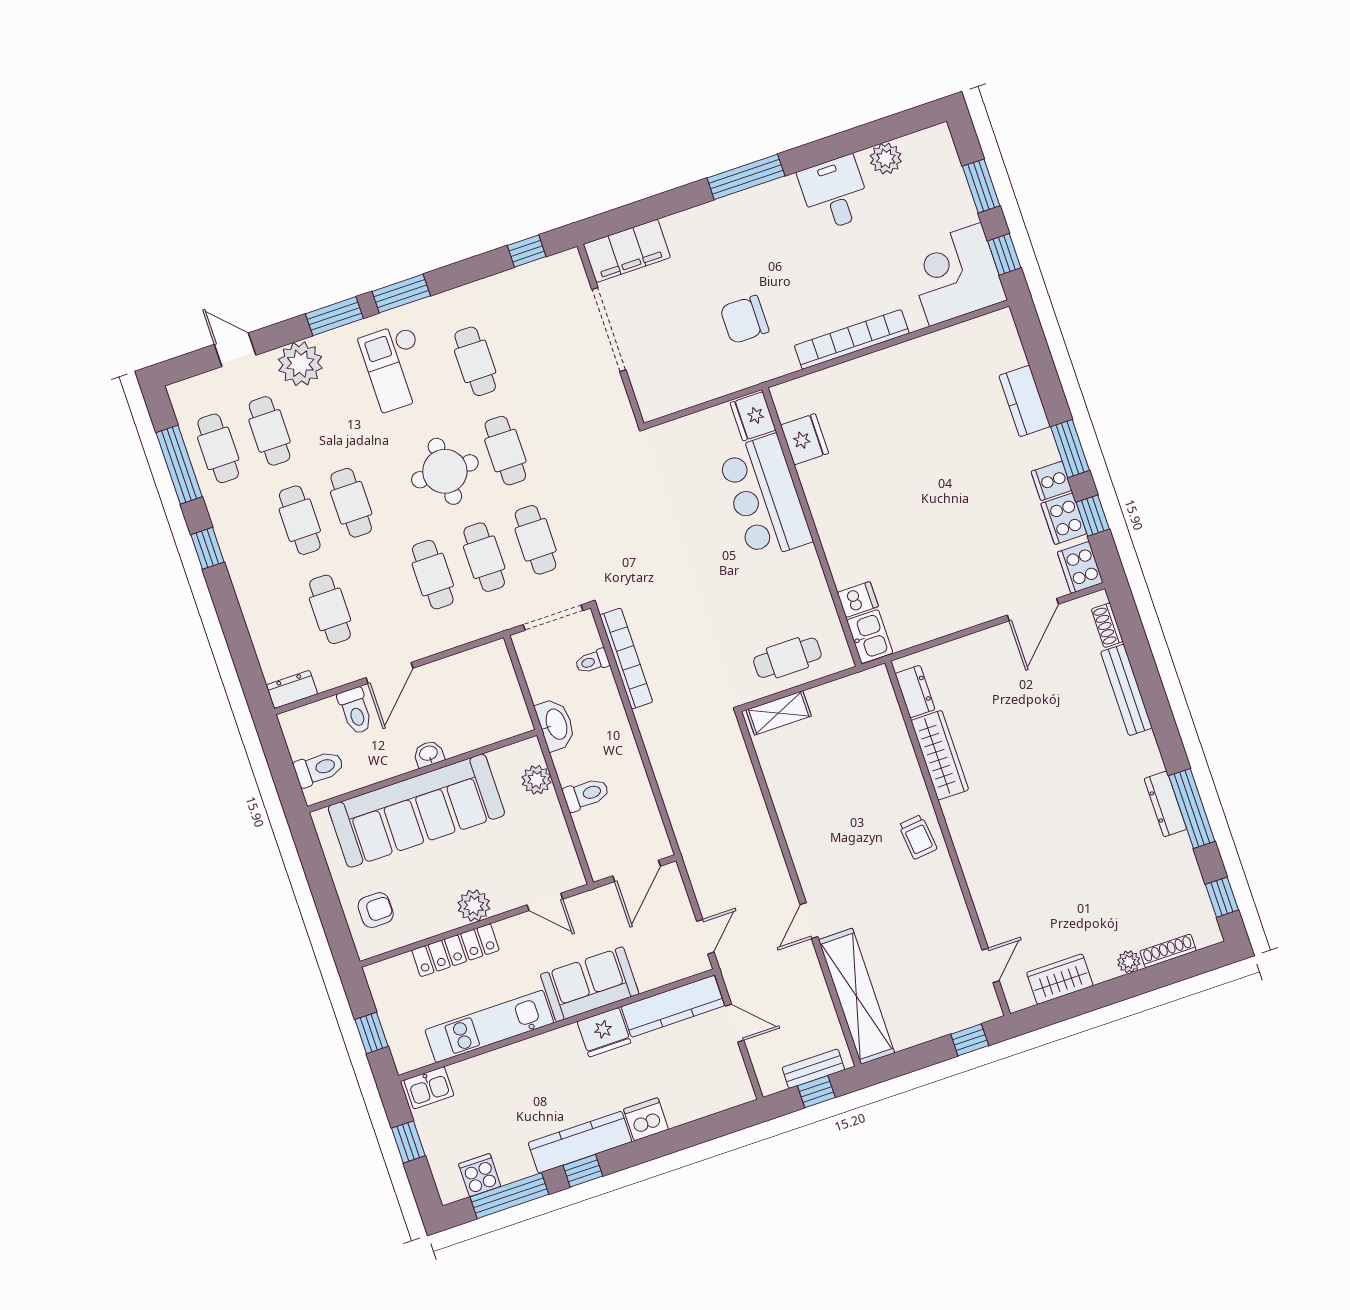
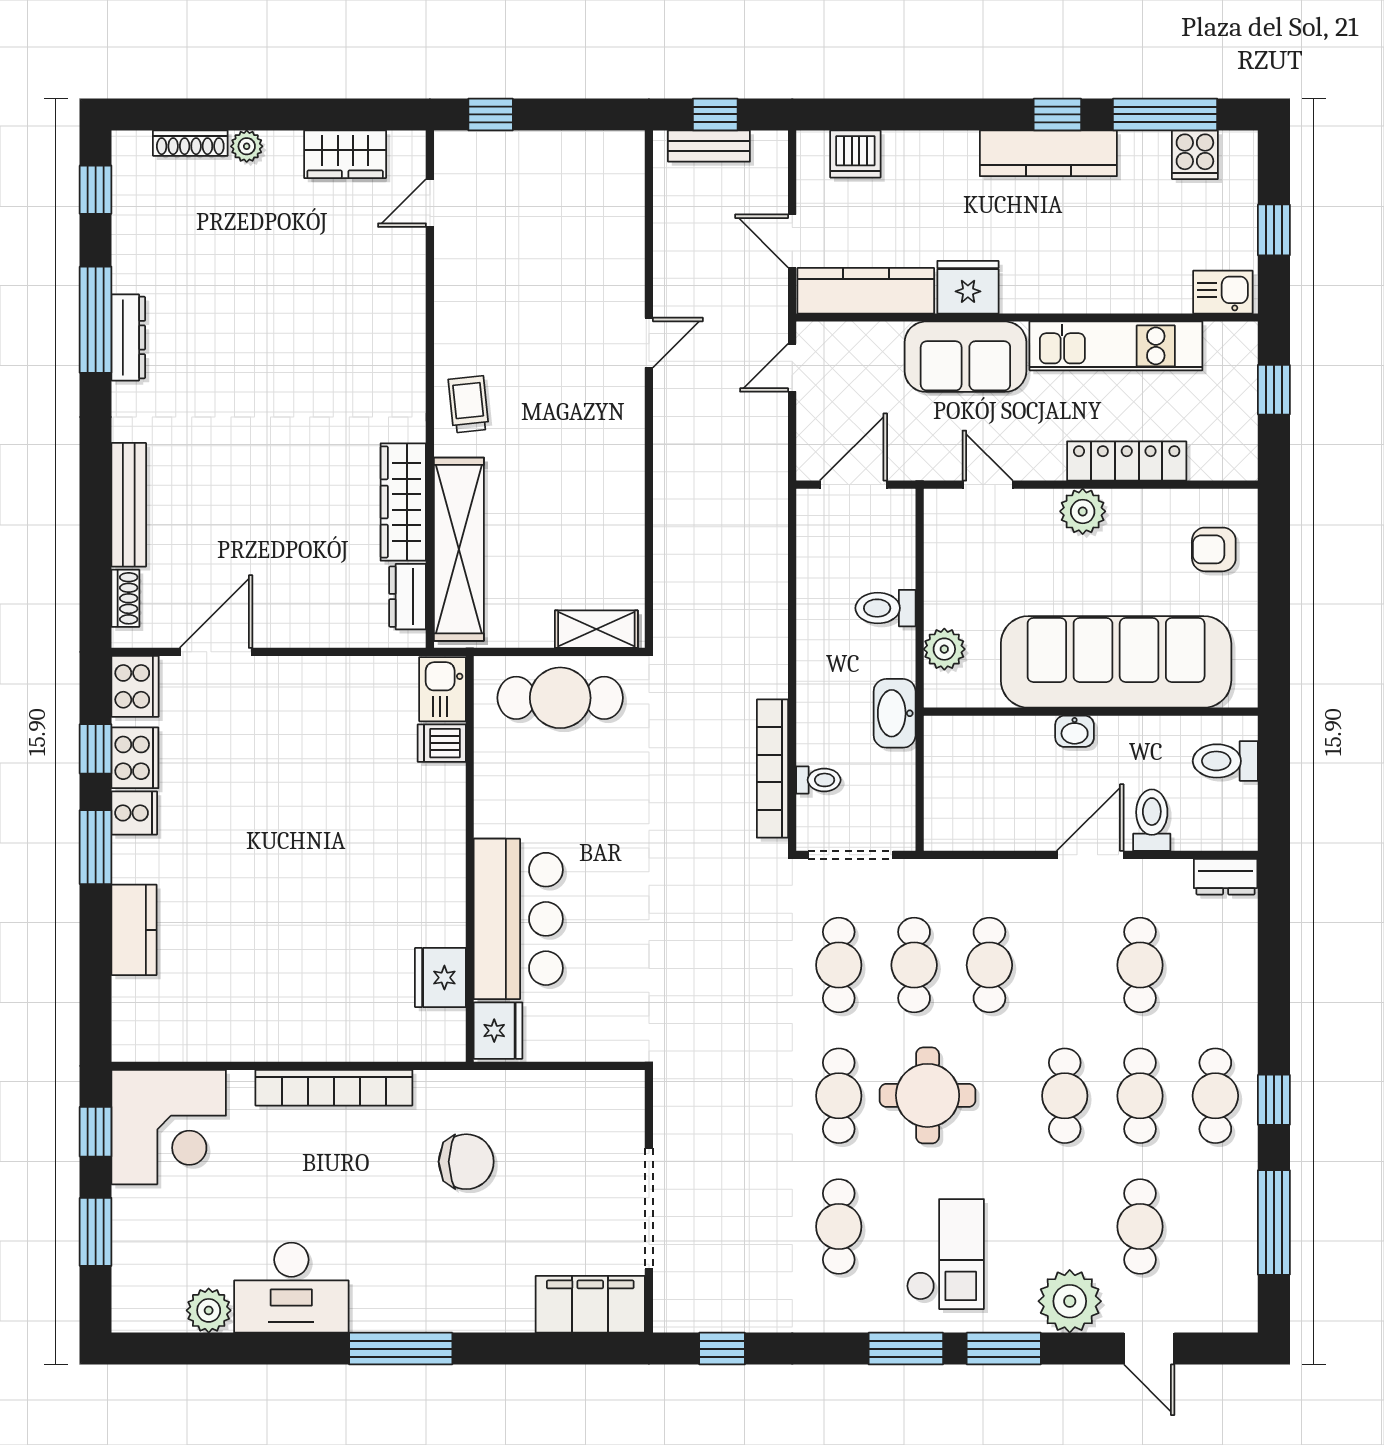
desk: (835, 193) -> (291, 1288), width x1.37
cafe table: (218, 448) -> (1215, 1096), moved
cafe table: (787, 658) -> (560, 698), width x1.37, depth x1.35
shelving: (857, 996) -> (459, 549), moved
dishwasher: (646, 1119) -> (855, 154), moved

